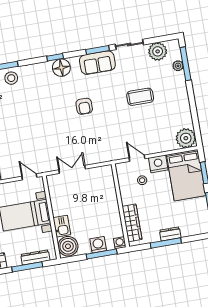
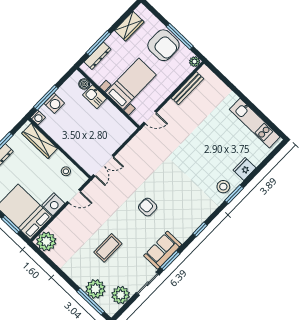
plant: (178, 66) -> (95, 289), width x1.87, depth x1.87
floor lamp: (61, 68) -> (189, 225), removed
double door: (72, 169) -> (104, 166), moved
stool: (142, 180) -> (66, 171), moved
boiler: (68, 246) -> (84, 84), width x0.54, depth x0.54

